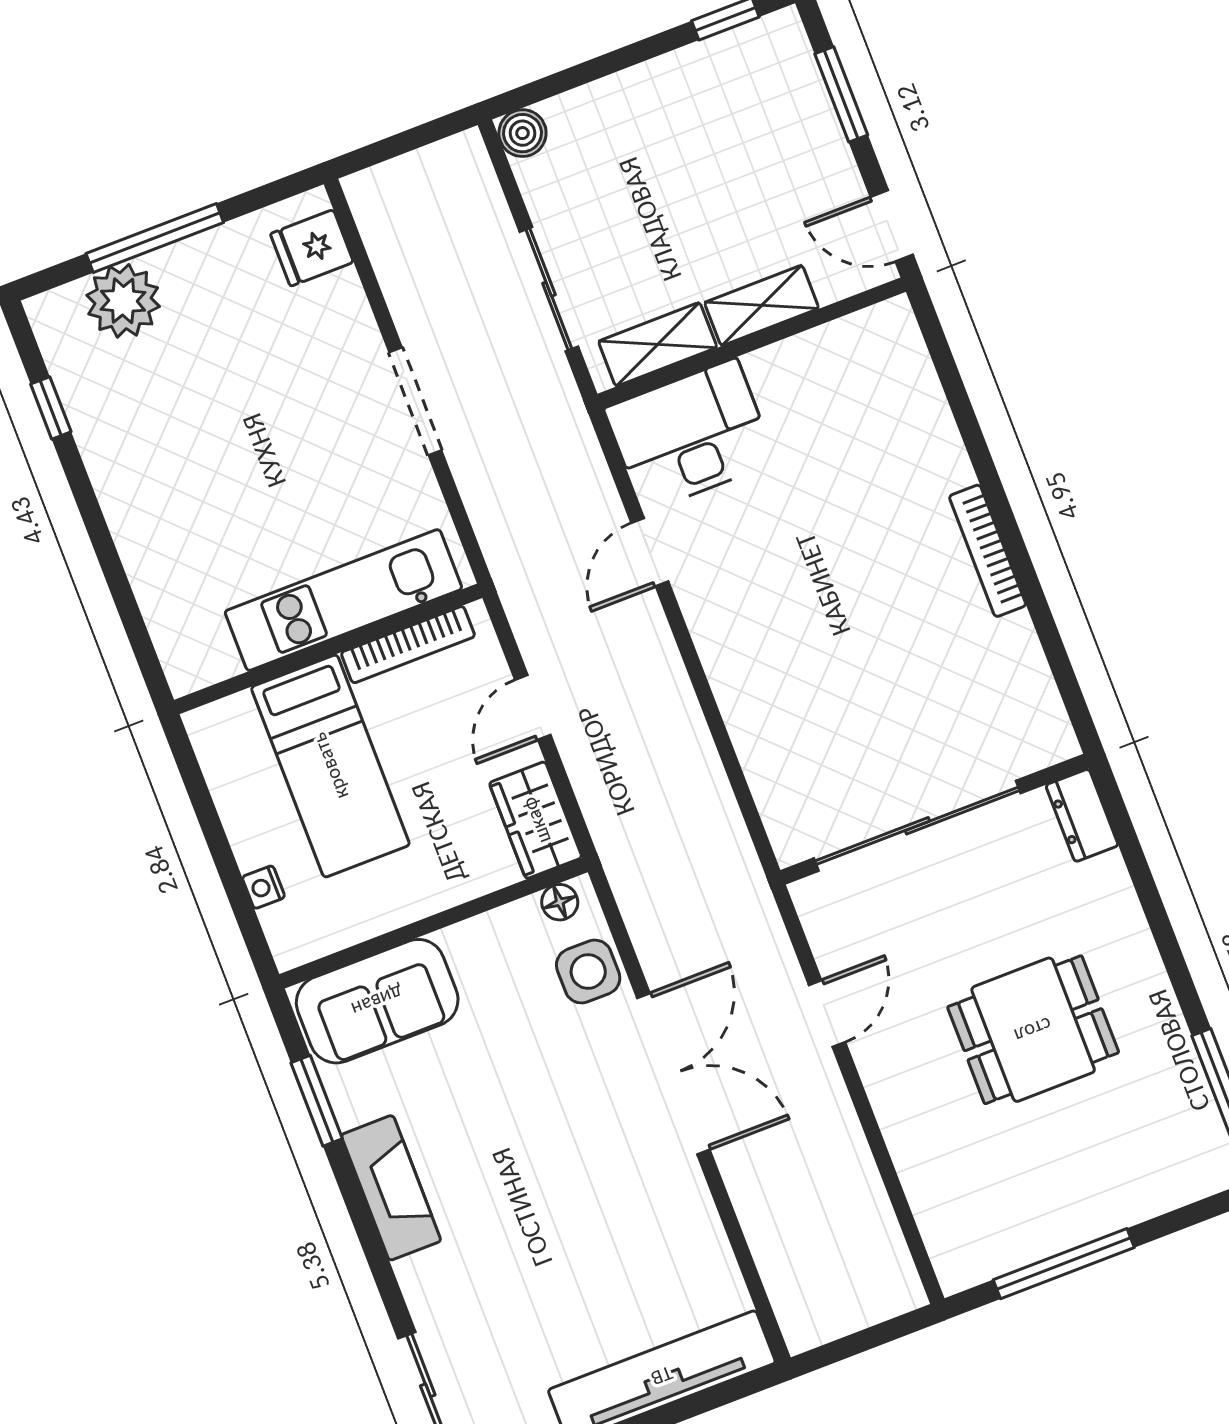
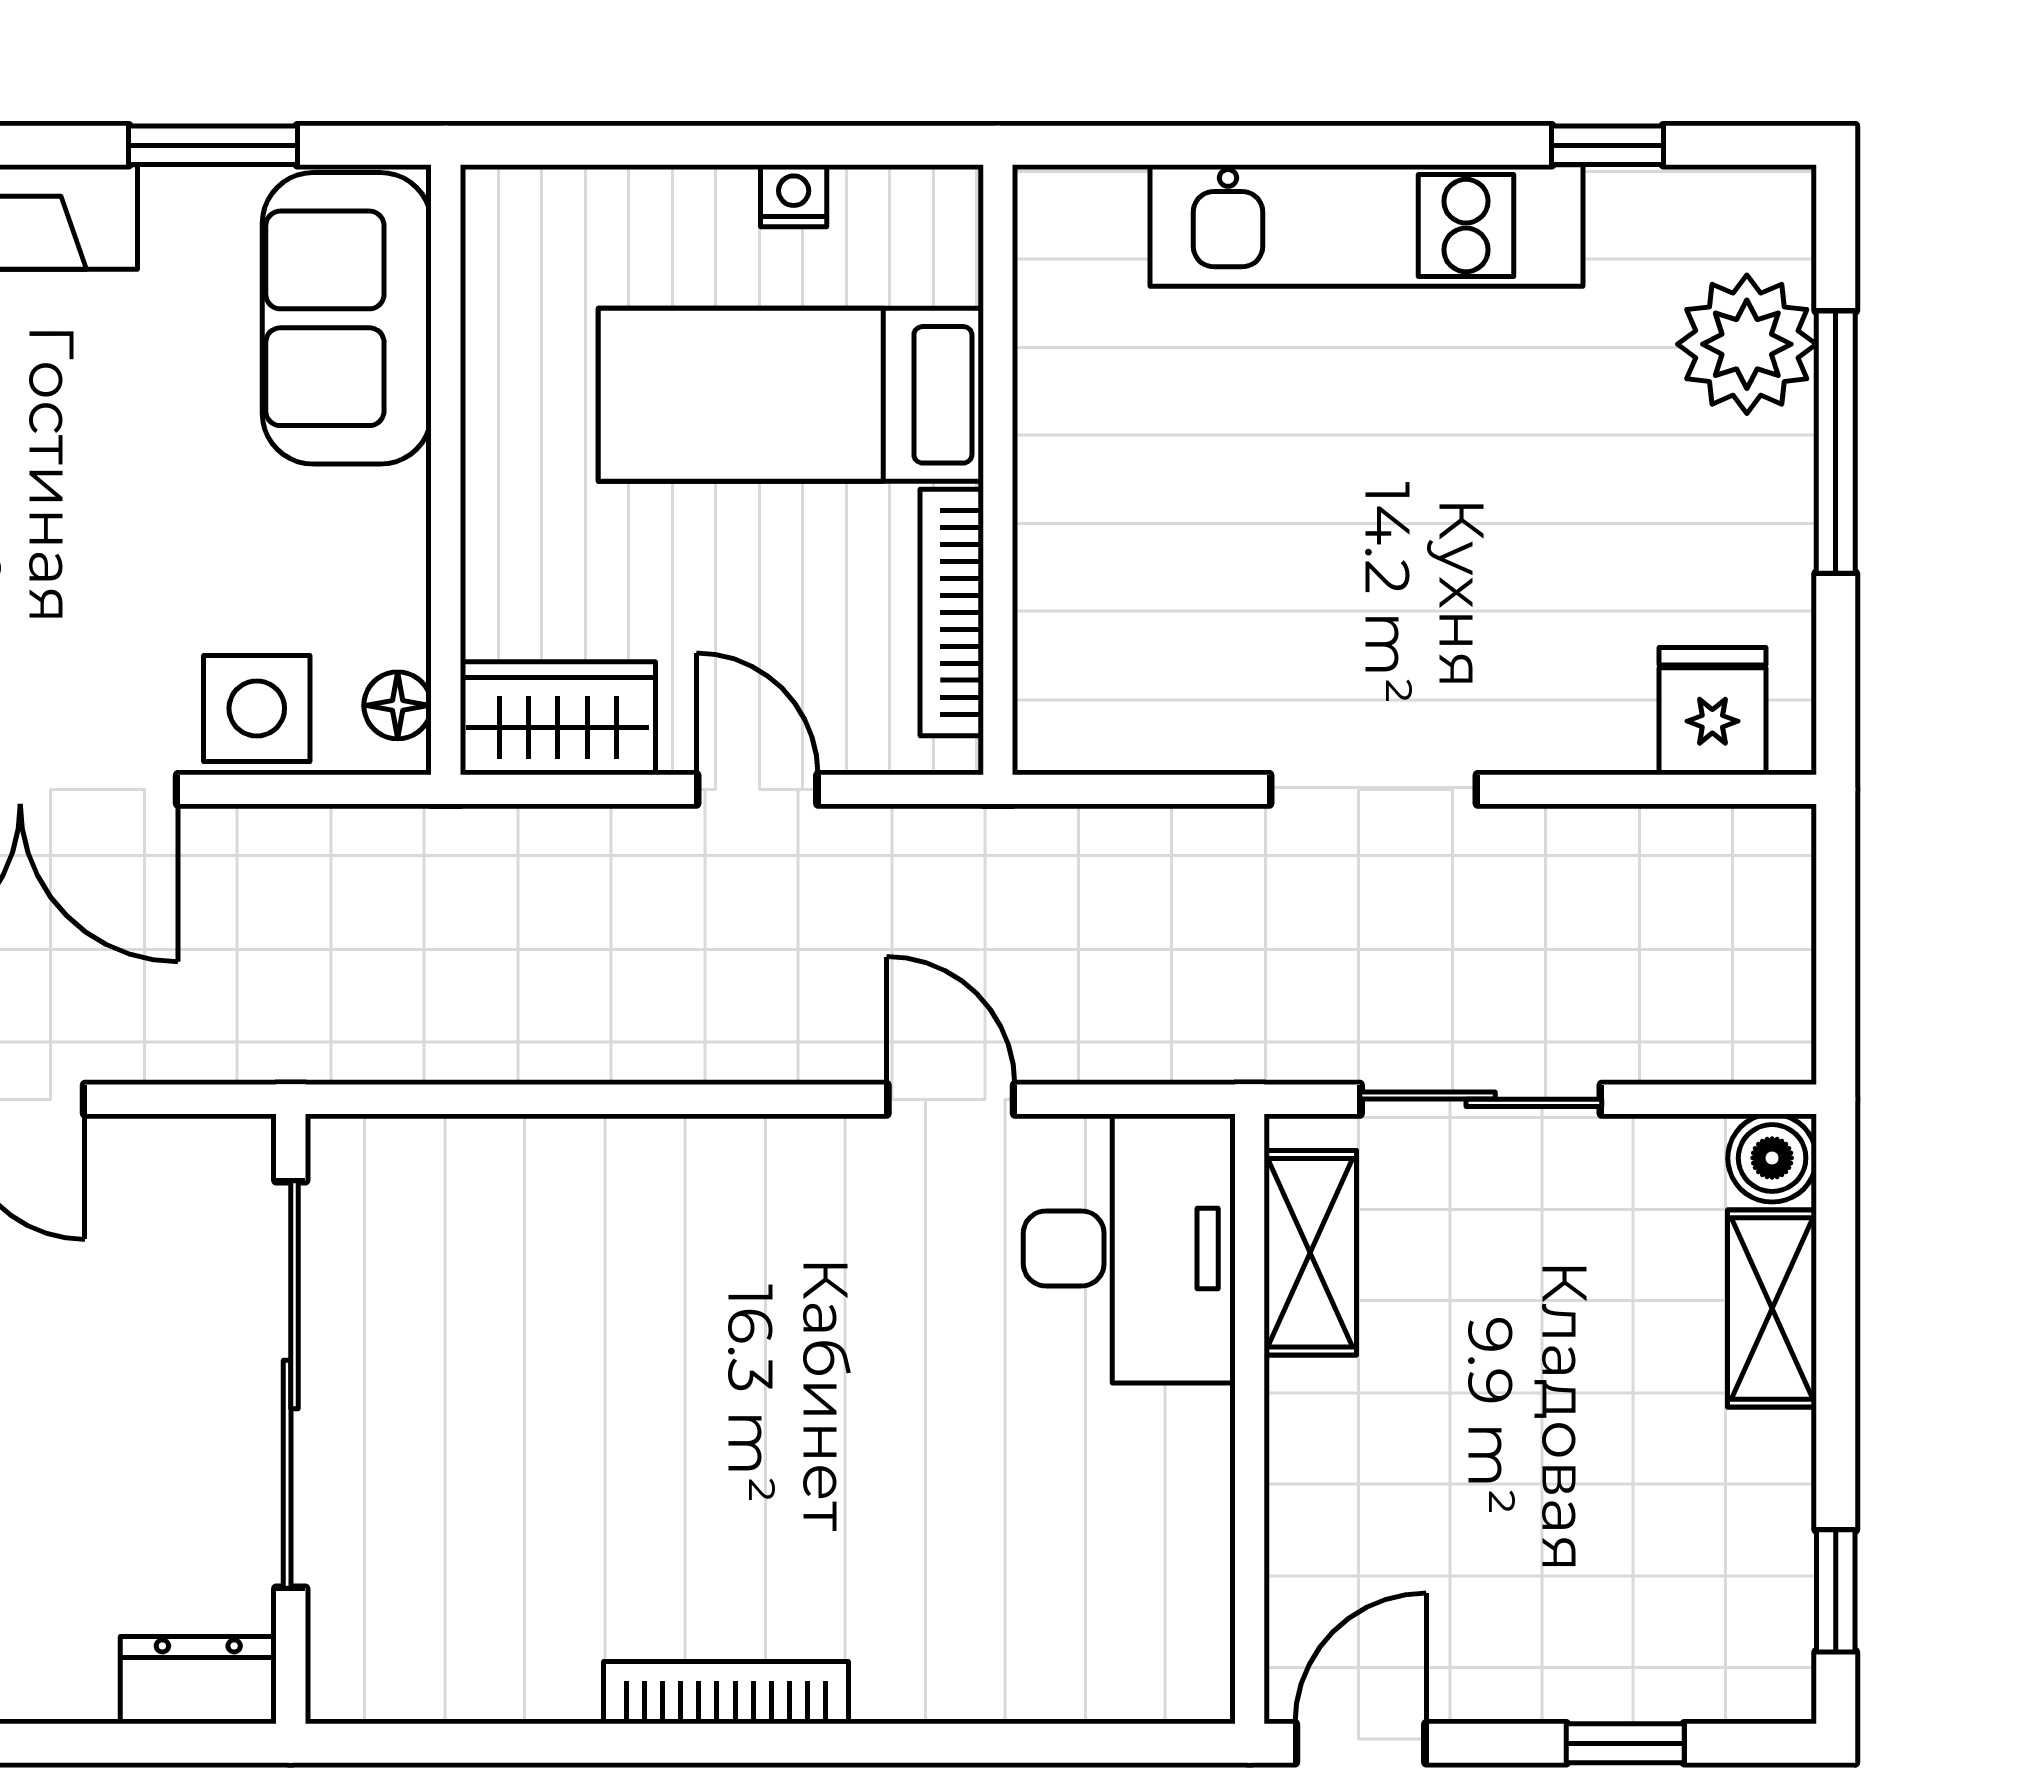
window: (841, 94) -> (1625, 1743), width x0.67
shelving: (762, 305) -> (1772, 1309), moved
kitchen unit: (343, 600) -> (1366, 226), moved, turned 90
nightstand: (263, 887) -> (794, 196), moved

